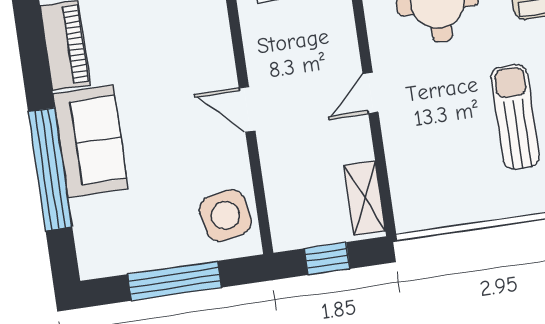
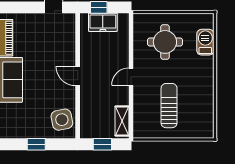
sun lounger: (515, 117) -> (169, 106), moved
window: (175, 281) -> (36, 144), width x0.46

